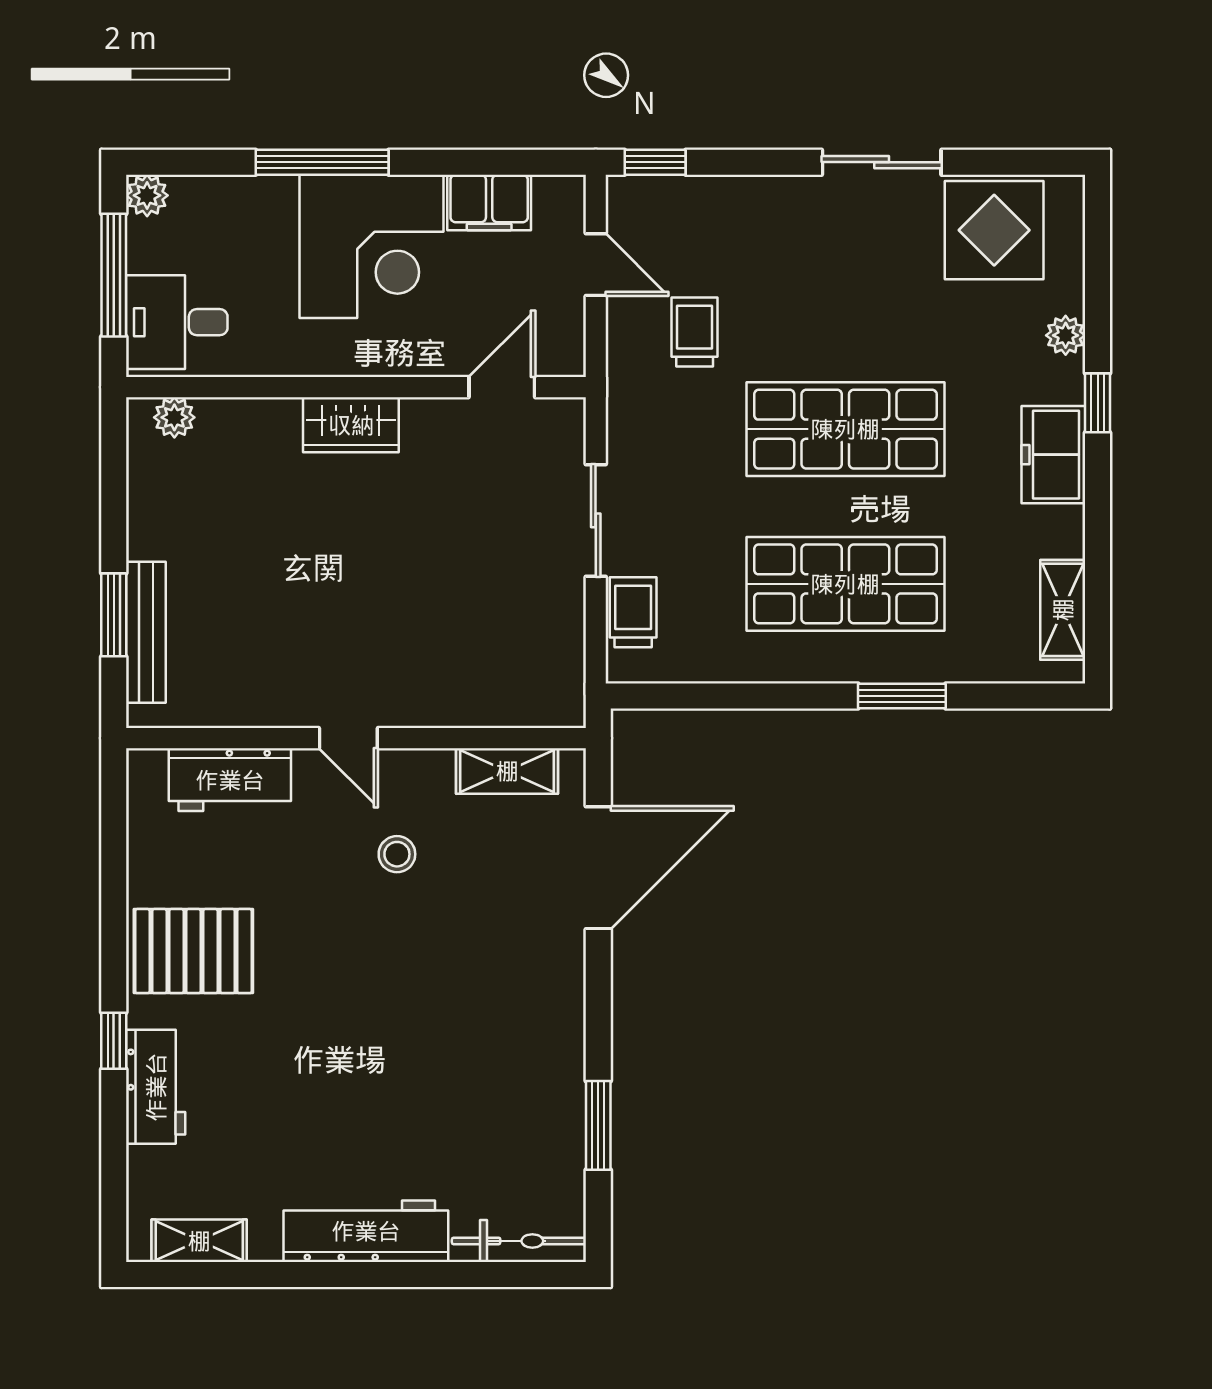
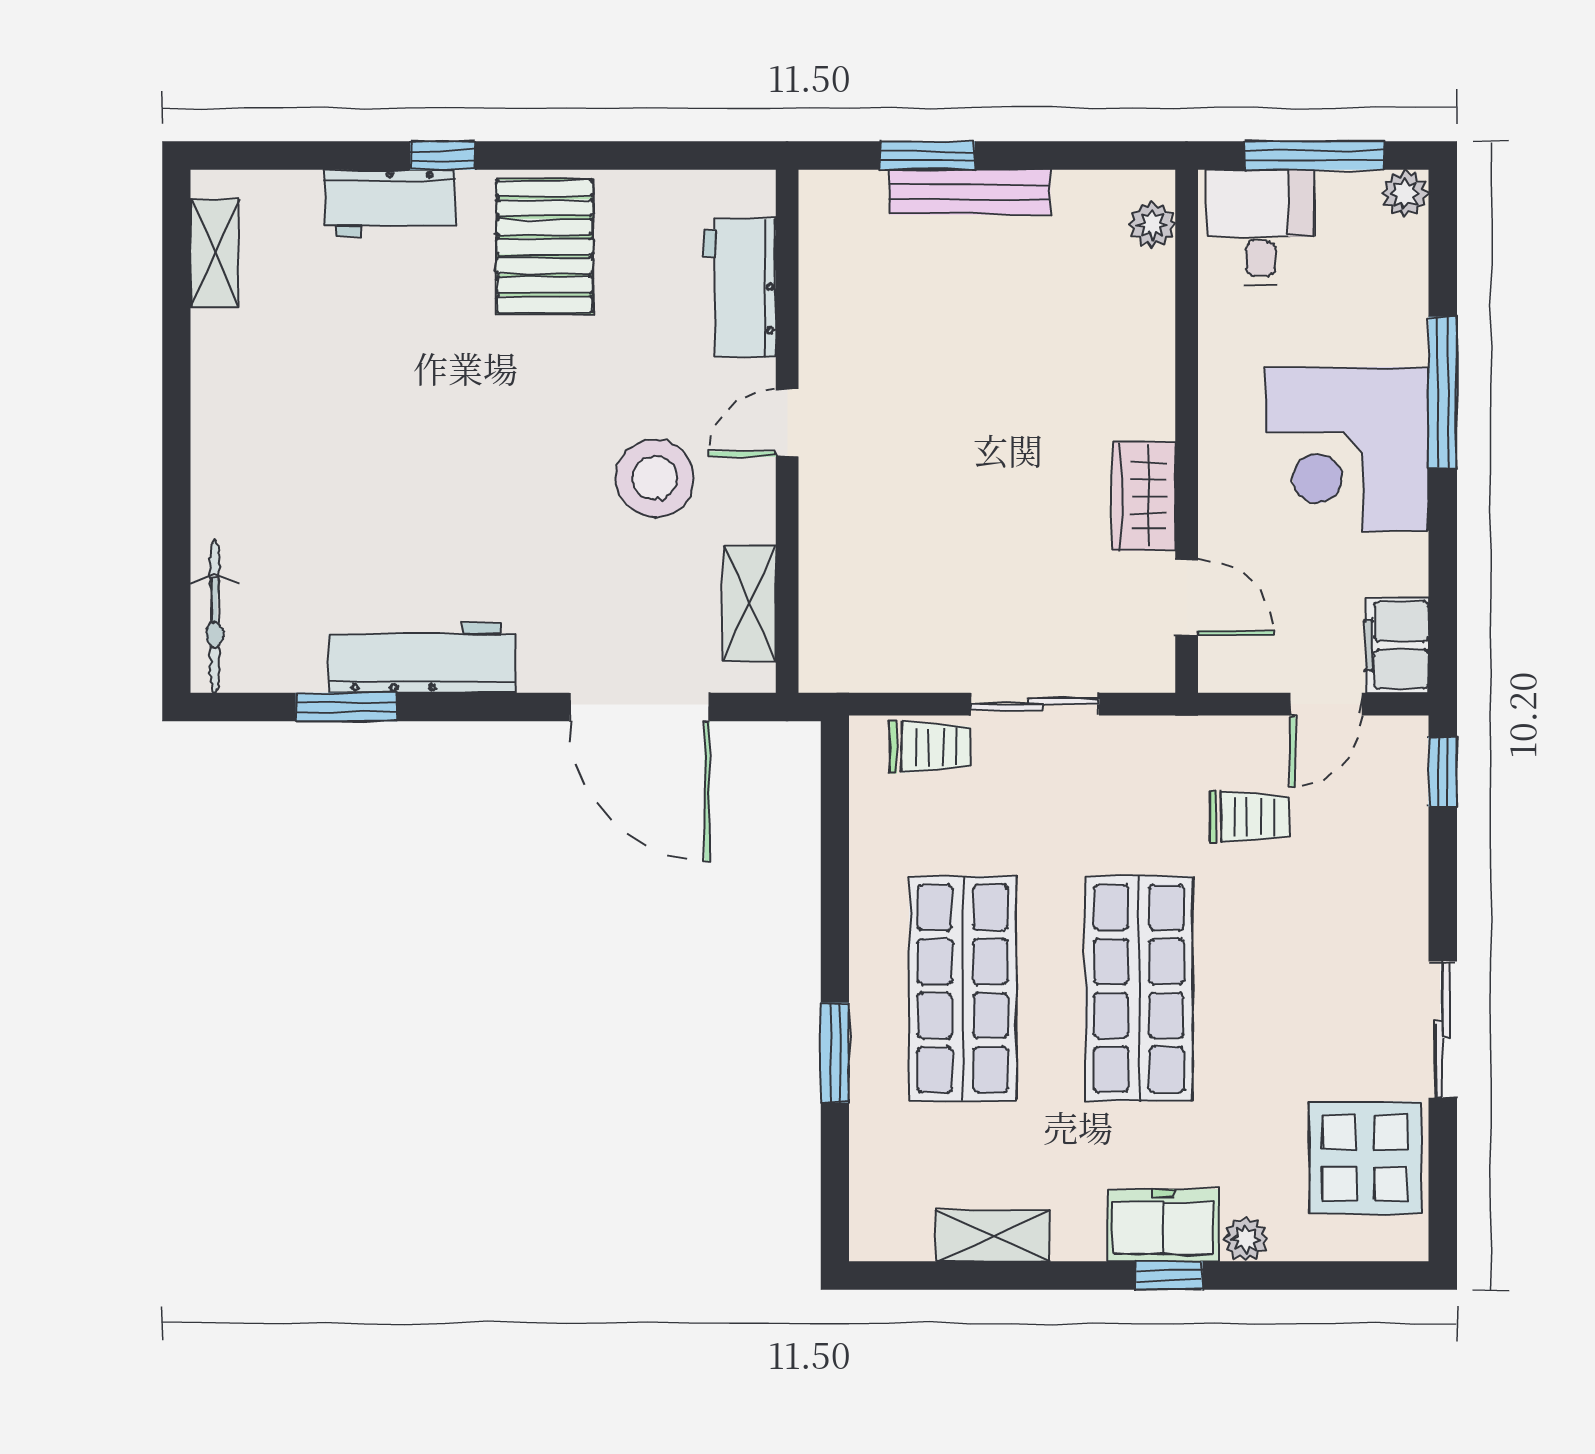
filing cabinet: (489, 202) -> (1397, 645), moved
wardrobe: (351, 425) -> (1144, 496), moved
freezer: (1053, 455) -> (1163, 1225), moved
shelving: (1063, 610) -> (993, 1236), moved
bench: (146, 632) -> (970, 192), moved
stool: (397, 854) -> (655, 478), width x1.89, depth x1.89
workbench: (366, 1231) -> (422, 658), moved, turned -90

